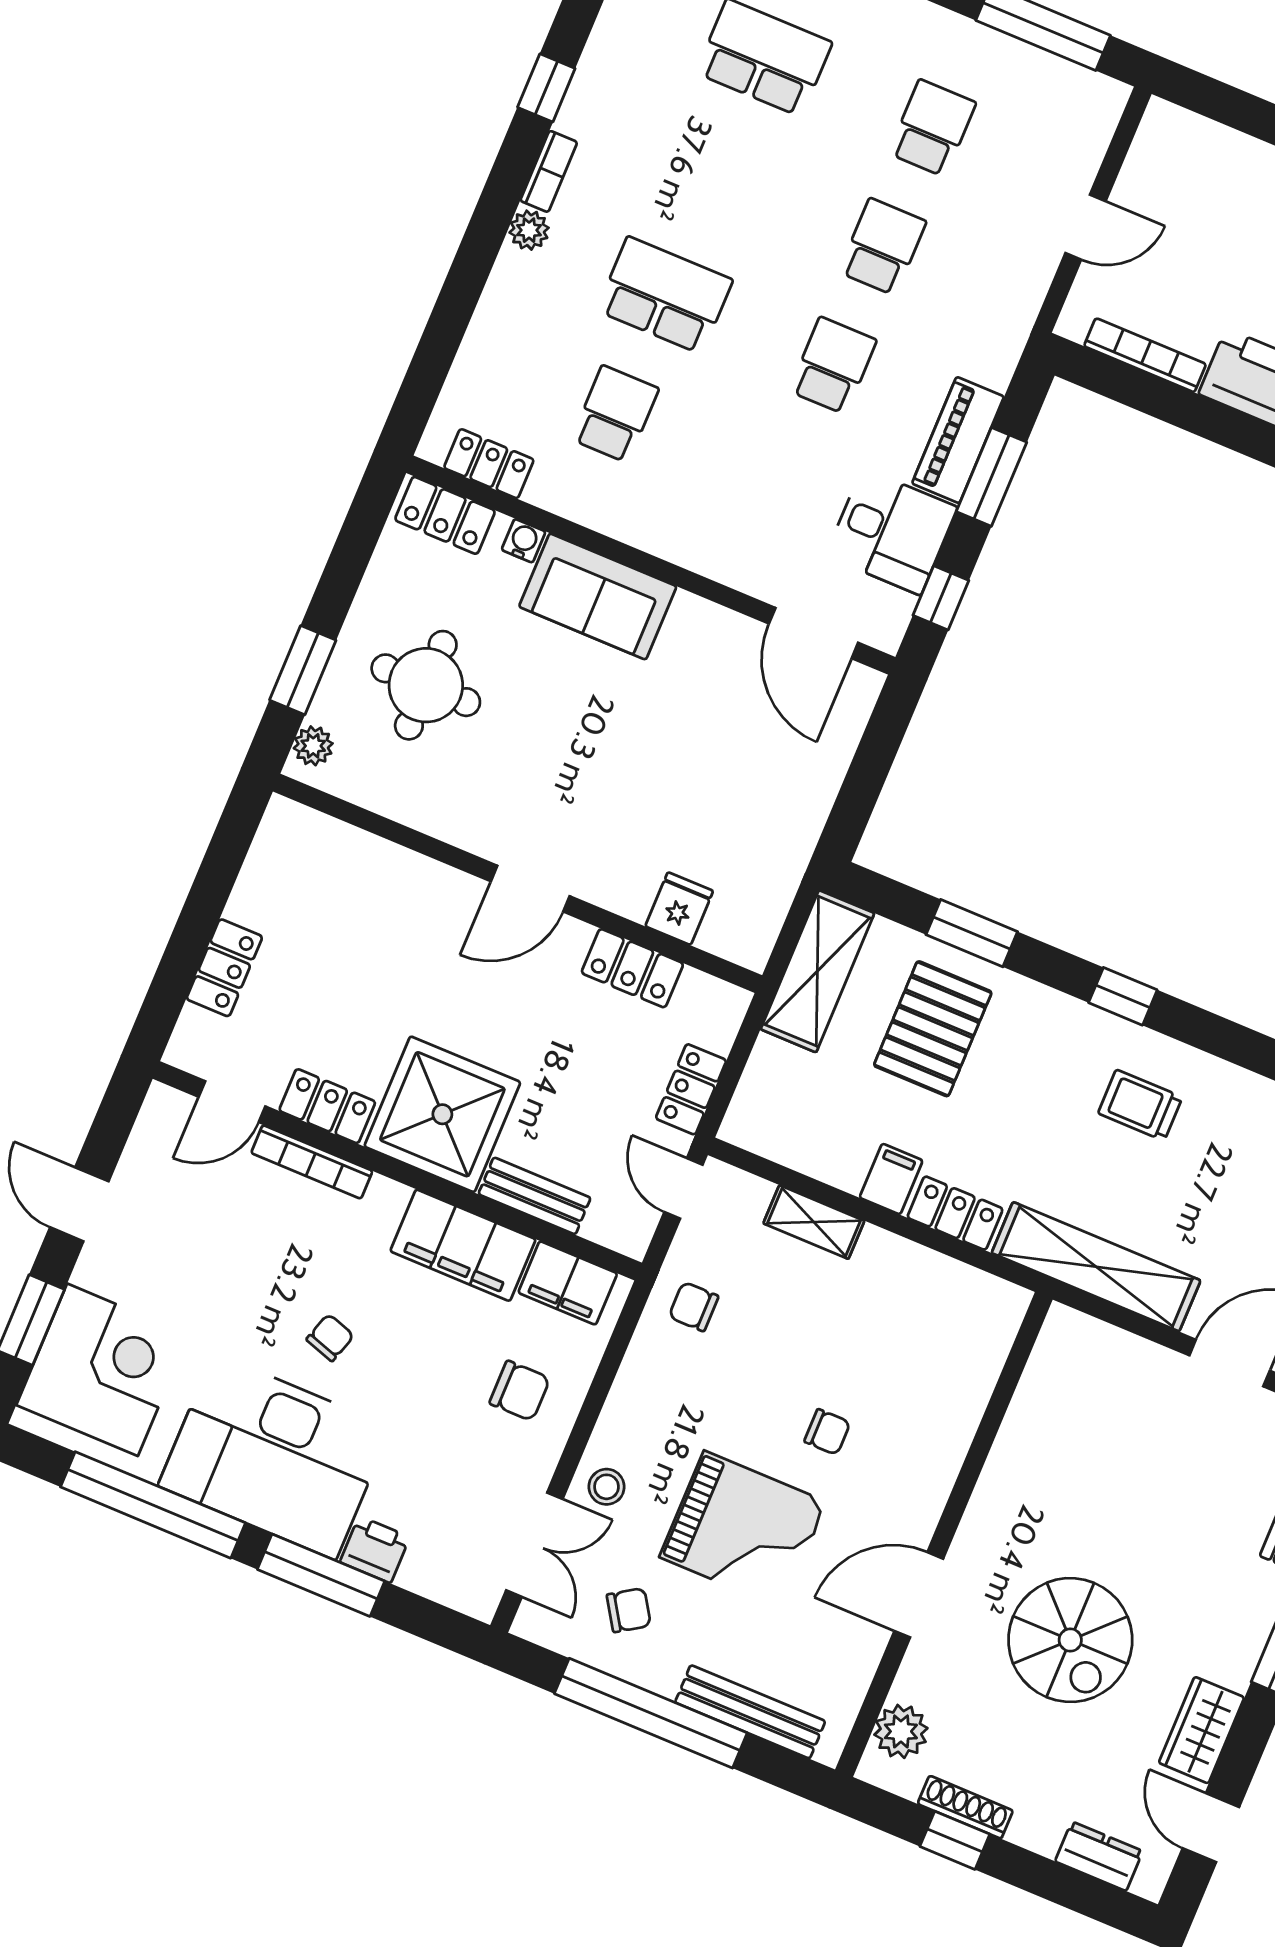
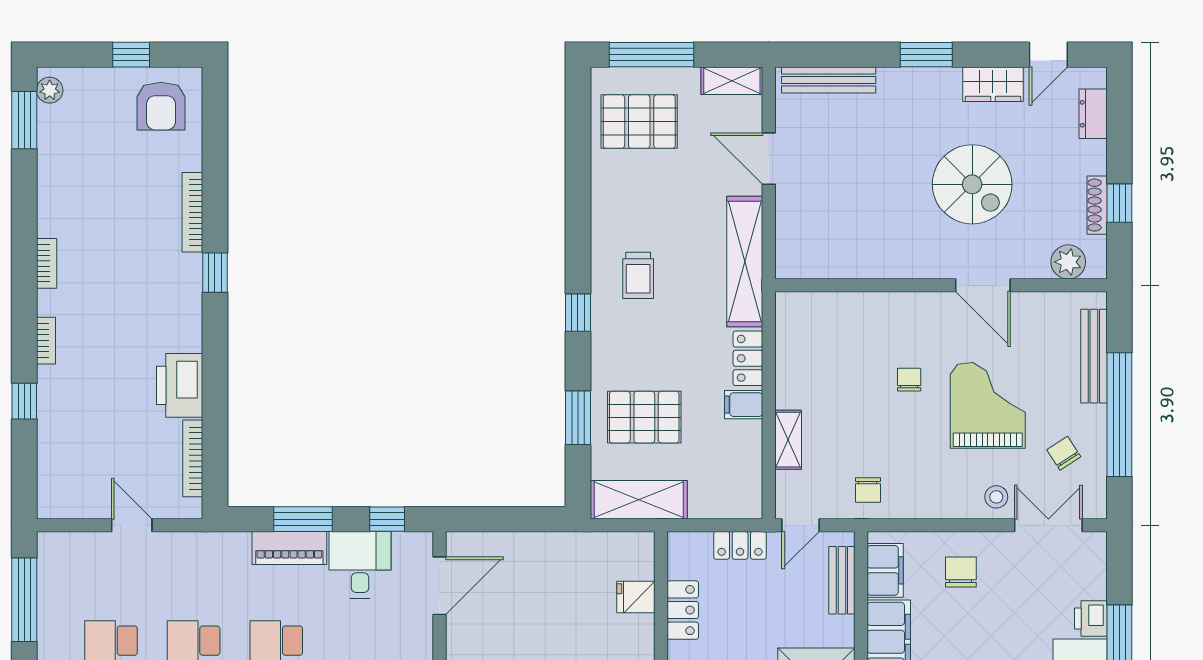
bench: (534, 1196) -> (842, 580), moved
spiral stairs: (1070, 1640) -> (972, 184), turned 90

